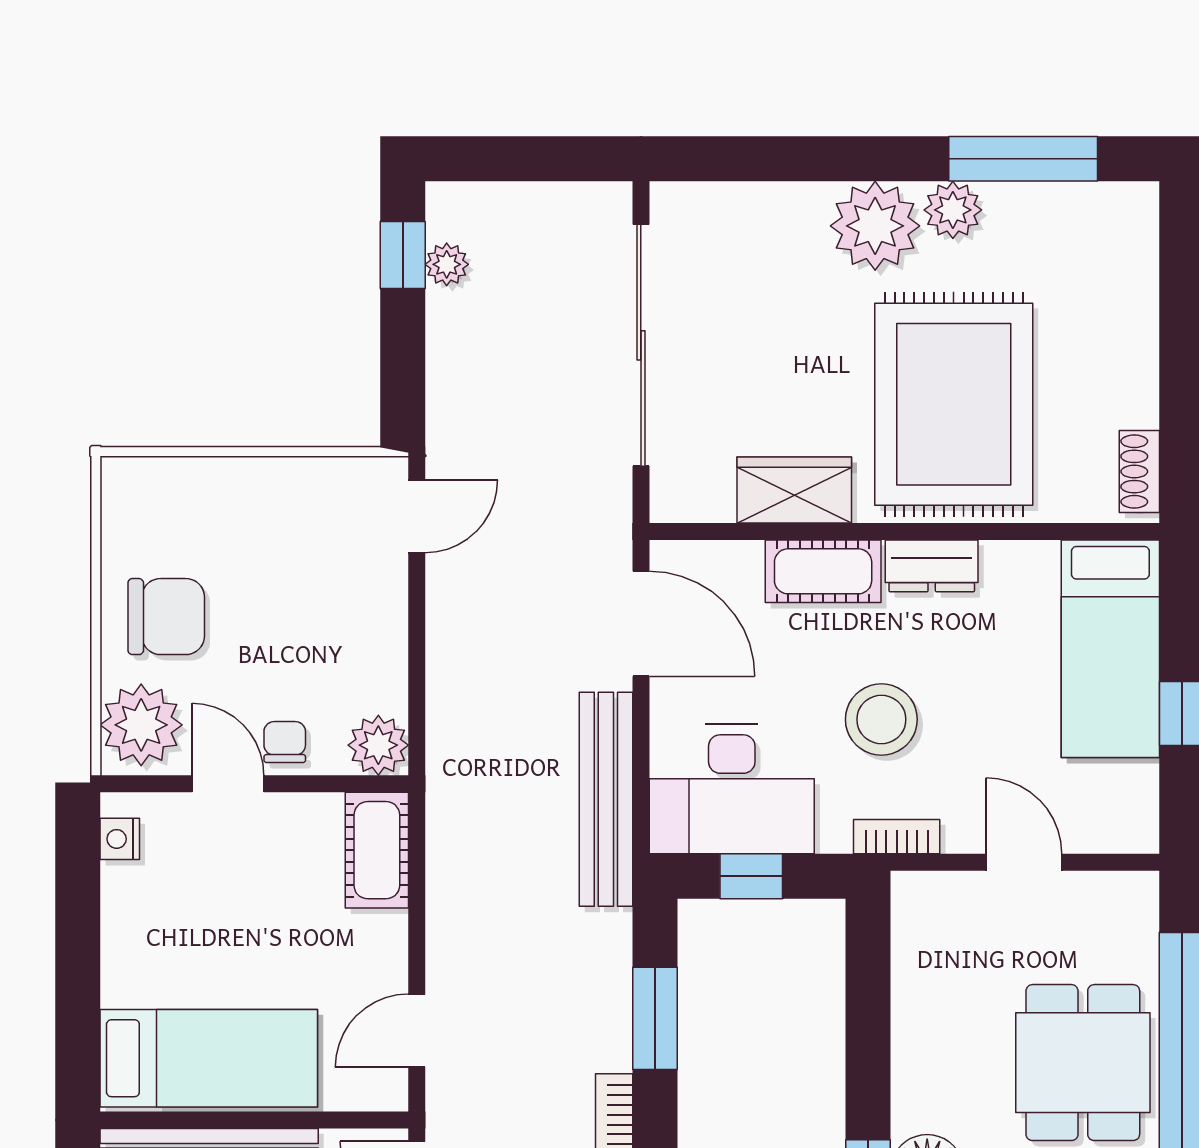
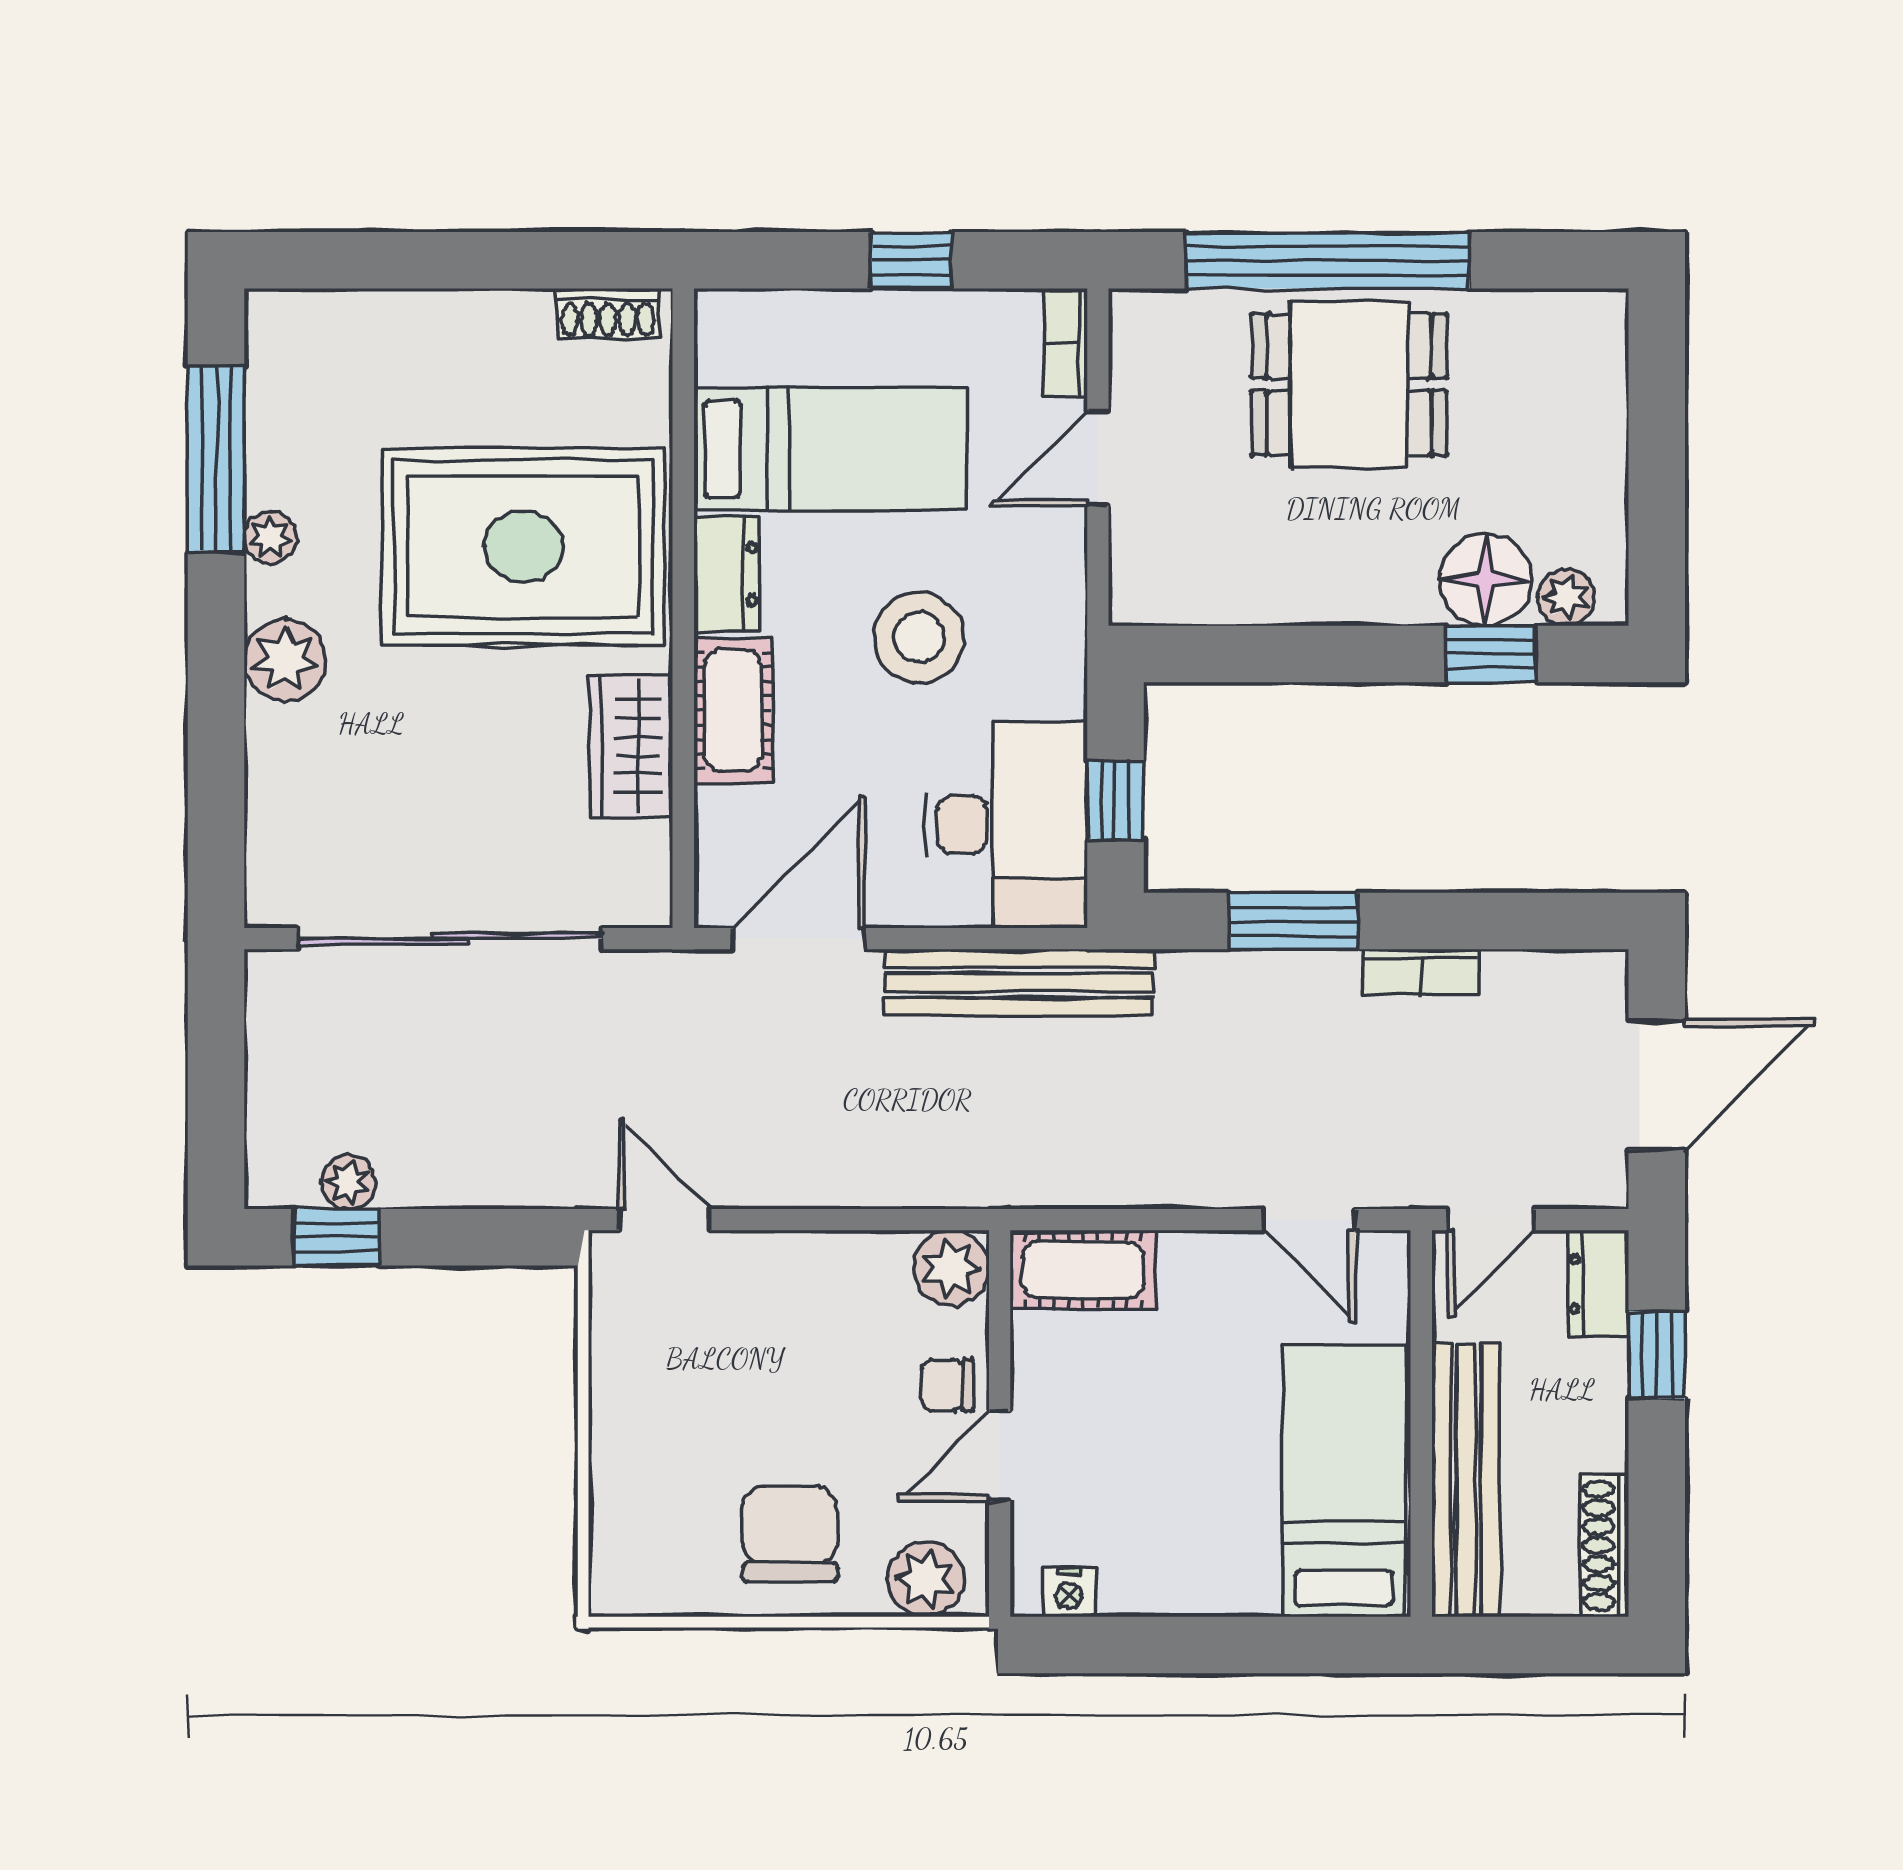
plant: (953, 210) -> (270, 538), width x0.73, depth x0.73
plant: (875, 226) -> (285, 660), width x0.73, depth x0.73
bed: (1110, 649) -> (830, 449), moved
plant: (141, 725) -> (926, 1579), width x0.73, depth x0.73
bookcase: (897, 837) -> (1066, 342), moved

